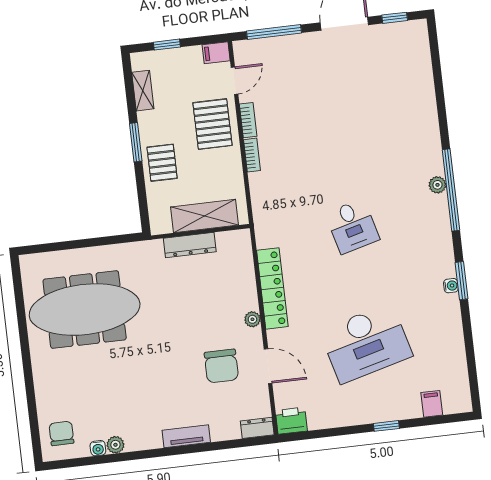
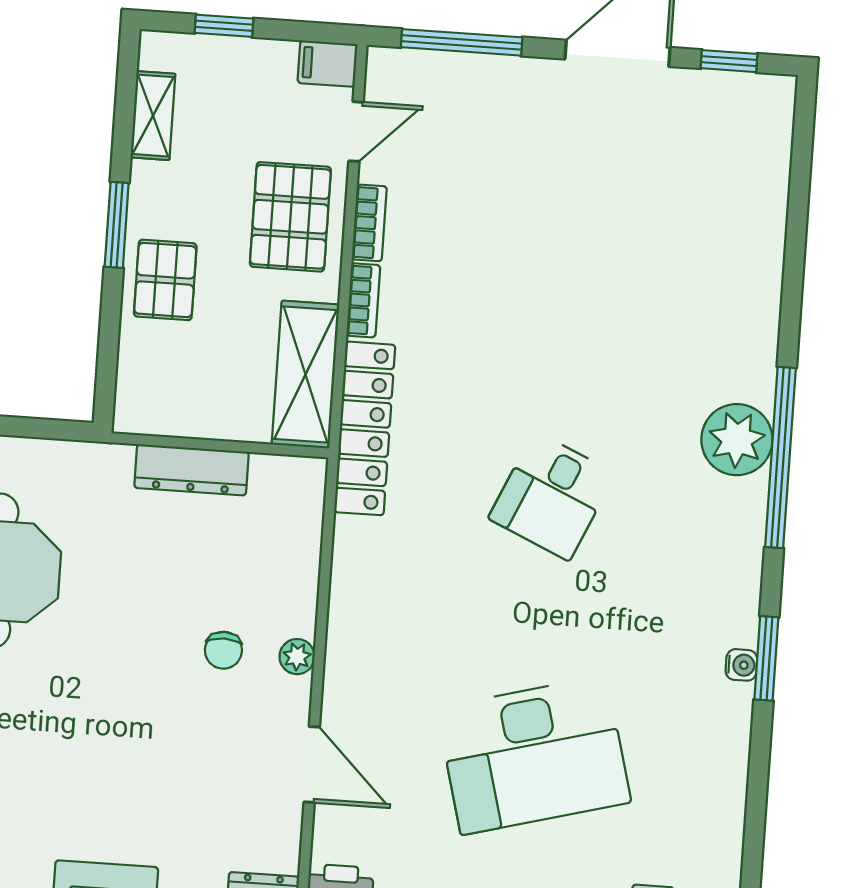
plant: (437, 185) -> (737, 440), width x1.87, depth x1.87
shelving: (204, 216) -> (306, 375), moved, turned 90
desk: (352, 226) -> (552, 496), turned 39
locker: (272, 288) -> (365, 428), moved
chair: (221, 366) -> (223, 650), moved, width x0.54, depth x0.54

